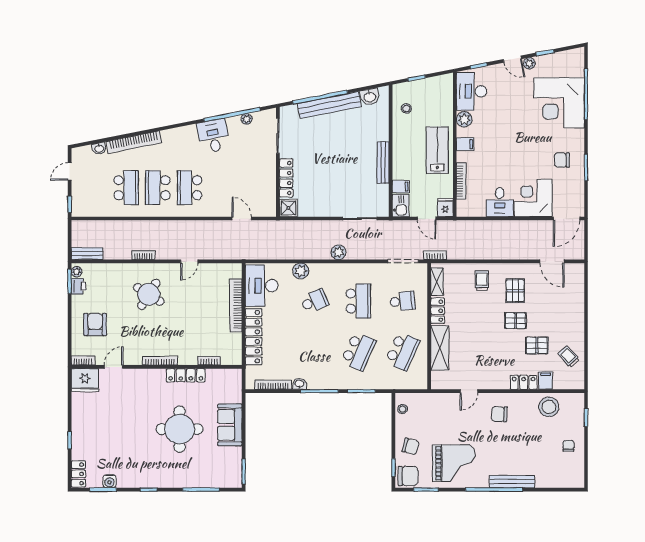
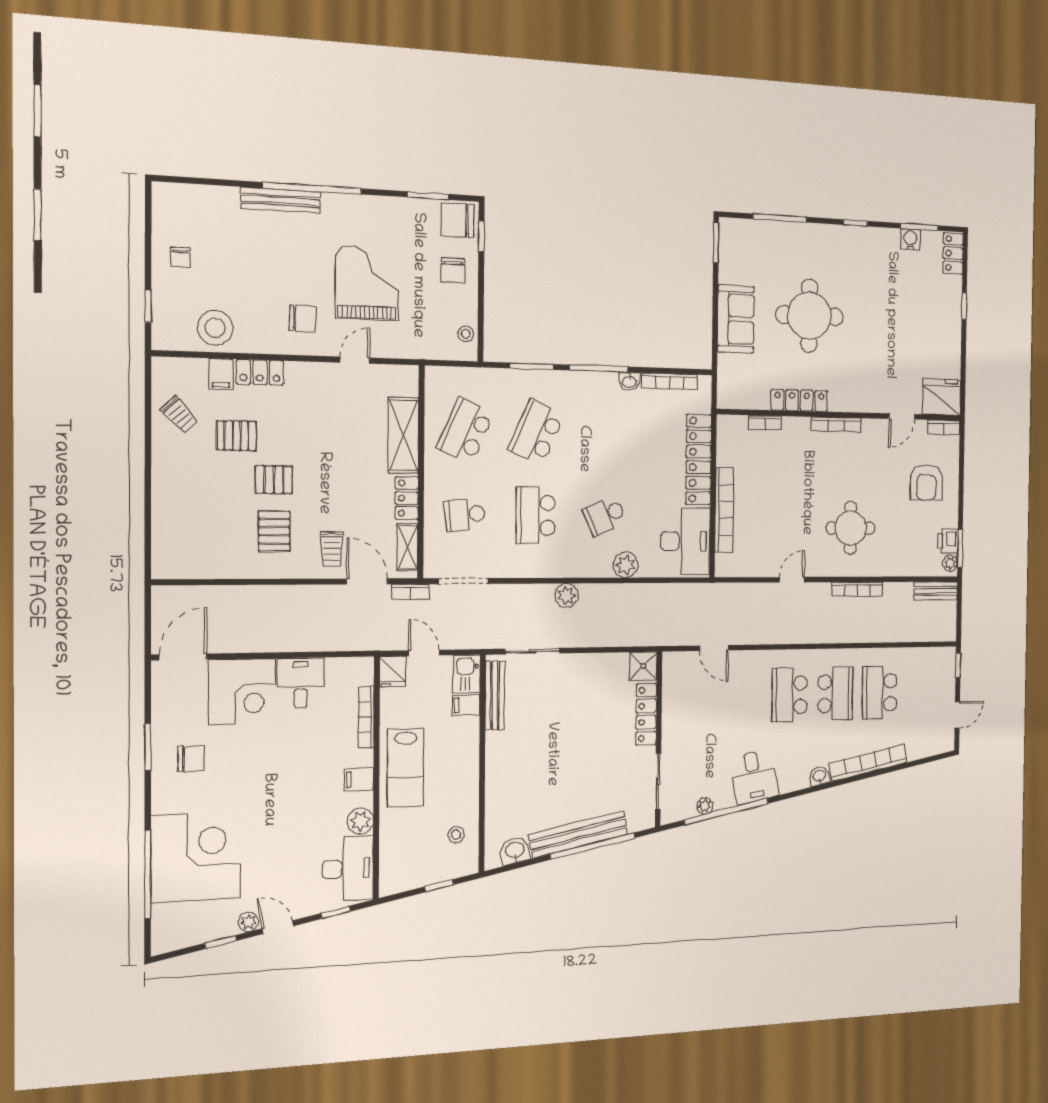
washbasin: (99, 148) -> (819, 776), moved
bench: (383, 163) -> (495, 695), moved
school desk: (190, 188) -> (790, 695), turned 180
bookcase: (143, 255) -> (857, 589), width x1.56
door: (552, 261) -> (367, 581), moved
round table: (149, 294) -> (851, 528), turned -32
chair: (411, 446) -> (453, 270), turned -105
grand piano: (454, 463) -> (367, 283), moved, turned 90

